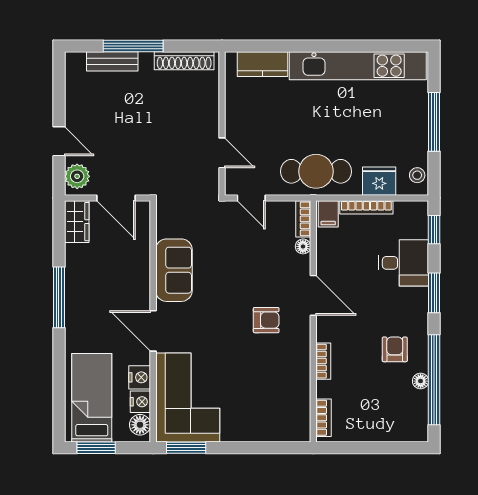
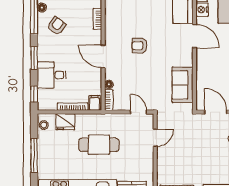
door: (222, 153) -> (155, 138), swing flipped
cafe table: (316, 171) -> (99, 145), moved
sofa: (174, 270) -> (183, 85), moved
armchair: (266, 320) -> (140, 46), moved
armchair: (395, 349) -> (57, 26), turned -144

